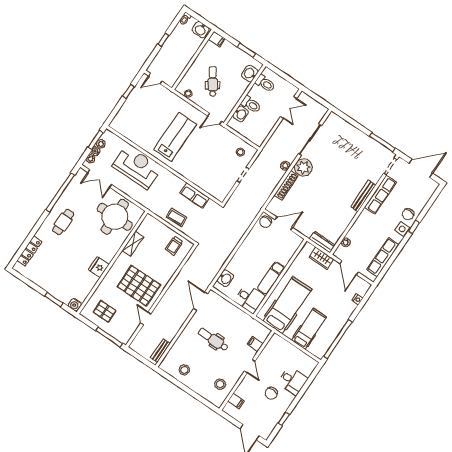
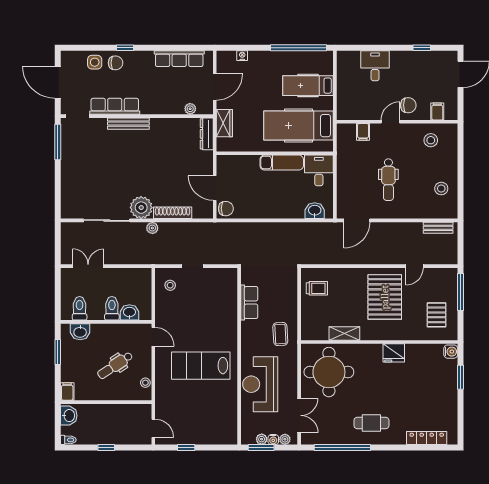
coffee table: (177, 217) -> (280, 334), moved
side table: (402, 229) -> (95, 62), moved
chair: (271, 393) -> (408, 105), moved

